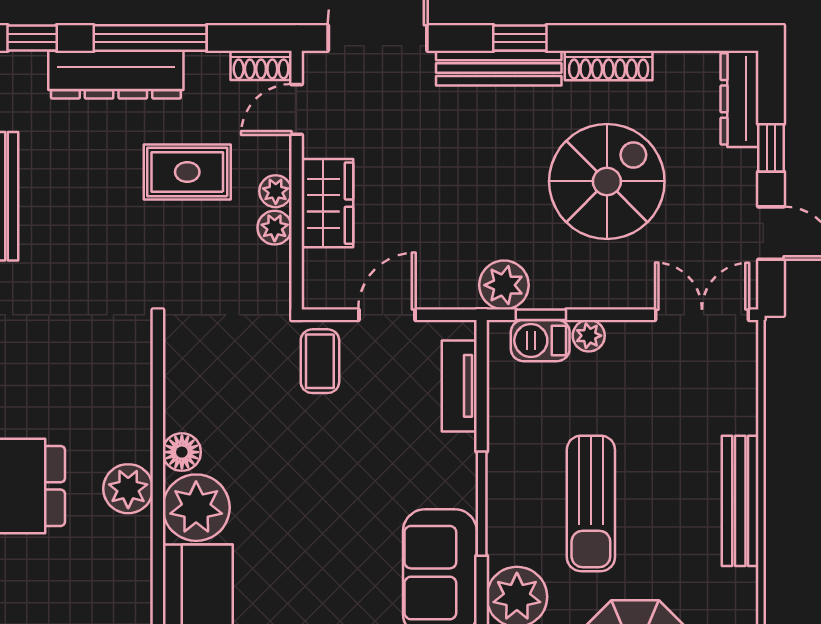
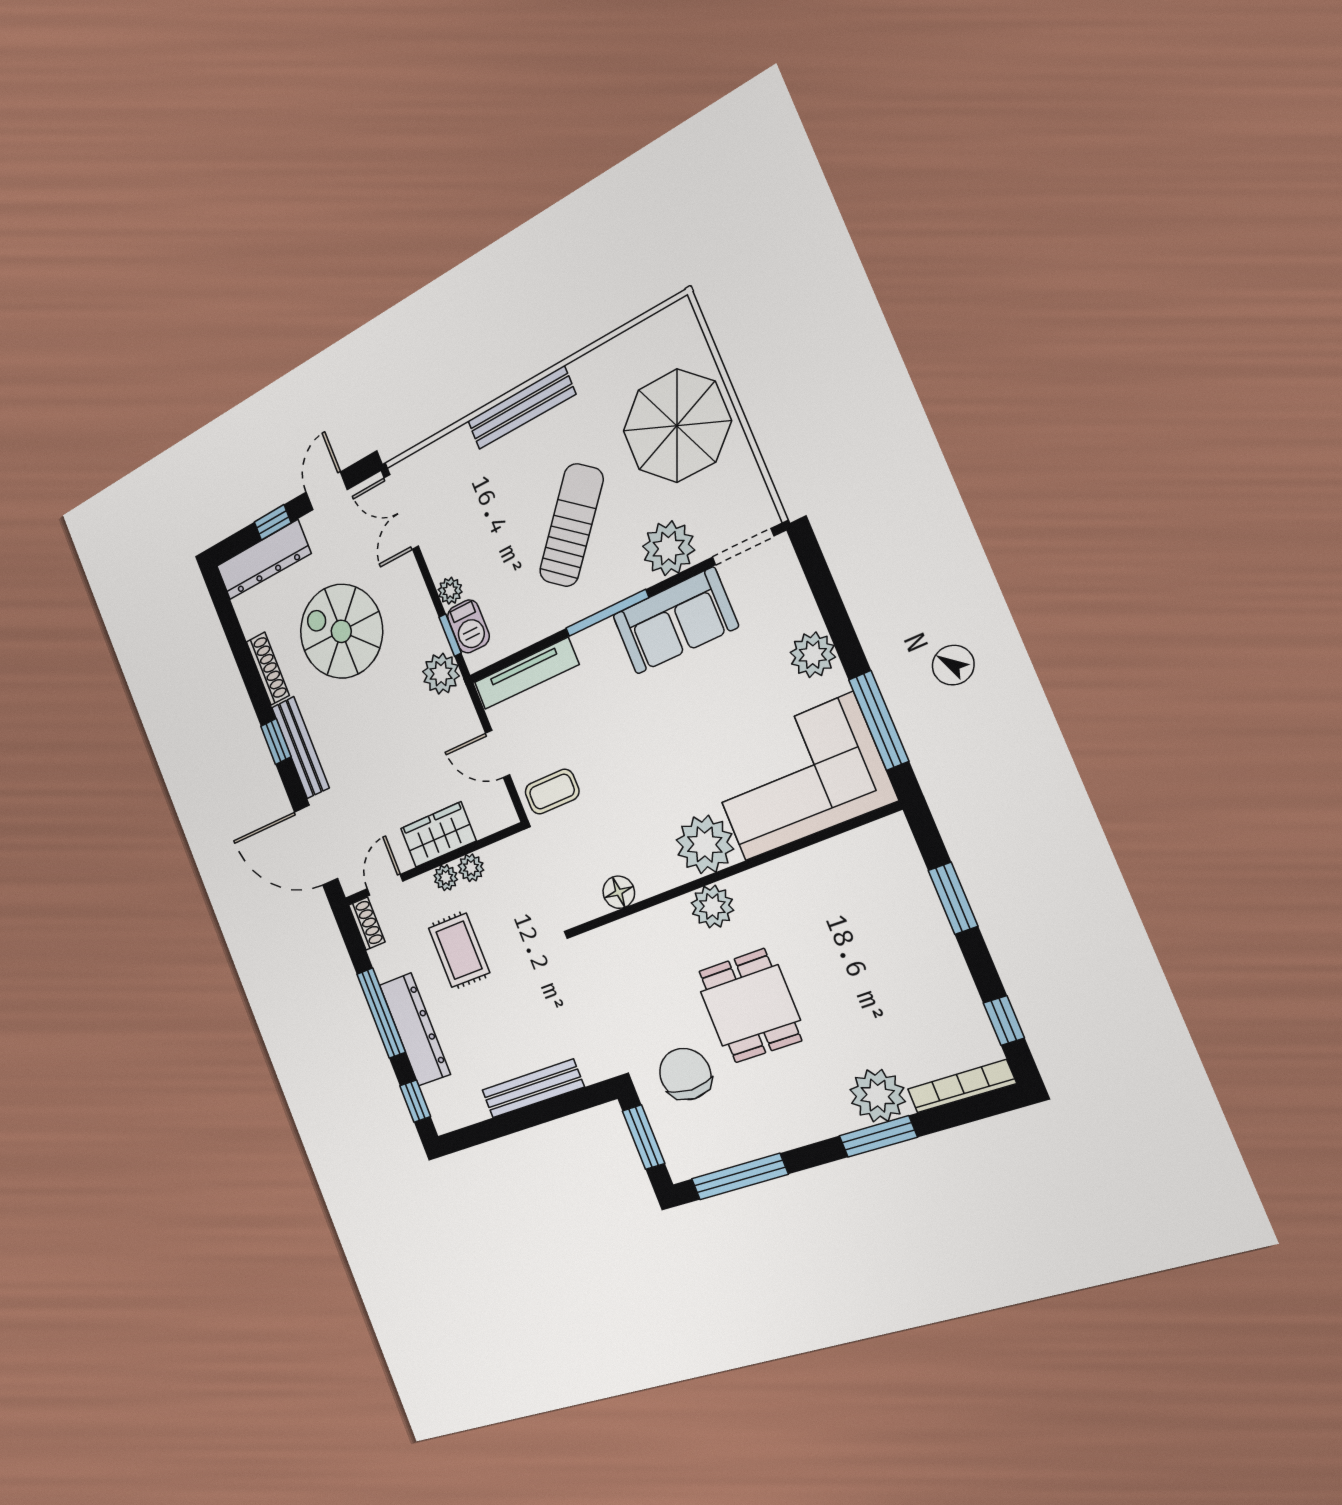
dresser: (740, 99) -> (263, 560), width x1.37, depth x1.24
door: (297, 109) -> (385, 885), swing flipped
tv unit: (459, 386) -> (526, 674), width x1.41
floor lamp: (182, 452) -> (619, 892), moved
sun lounger: (591, 503) -> (571, 525), turned -51

